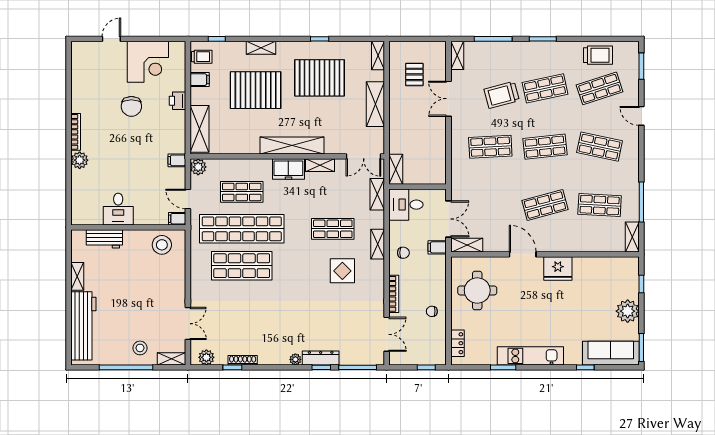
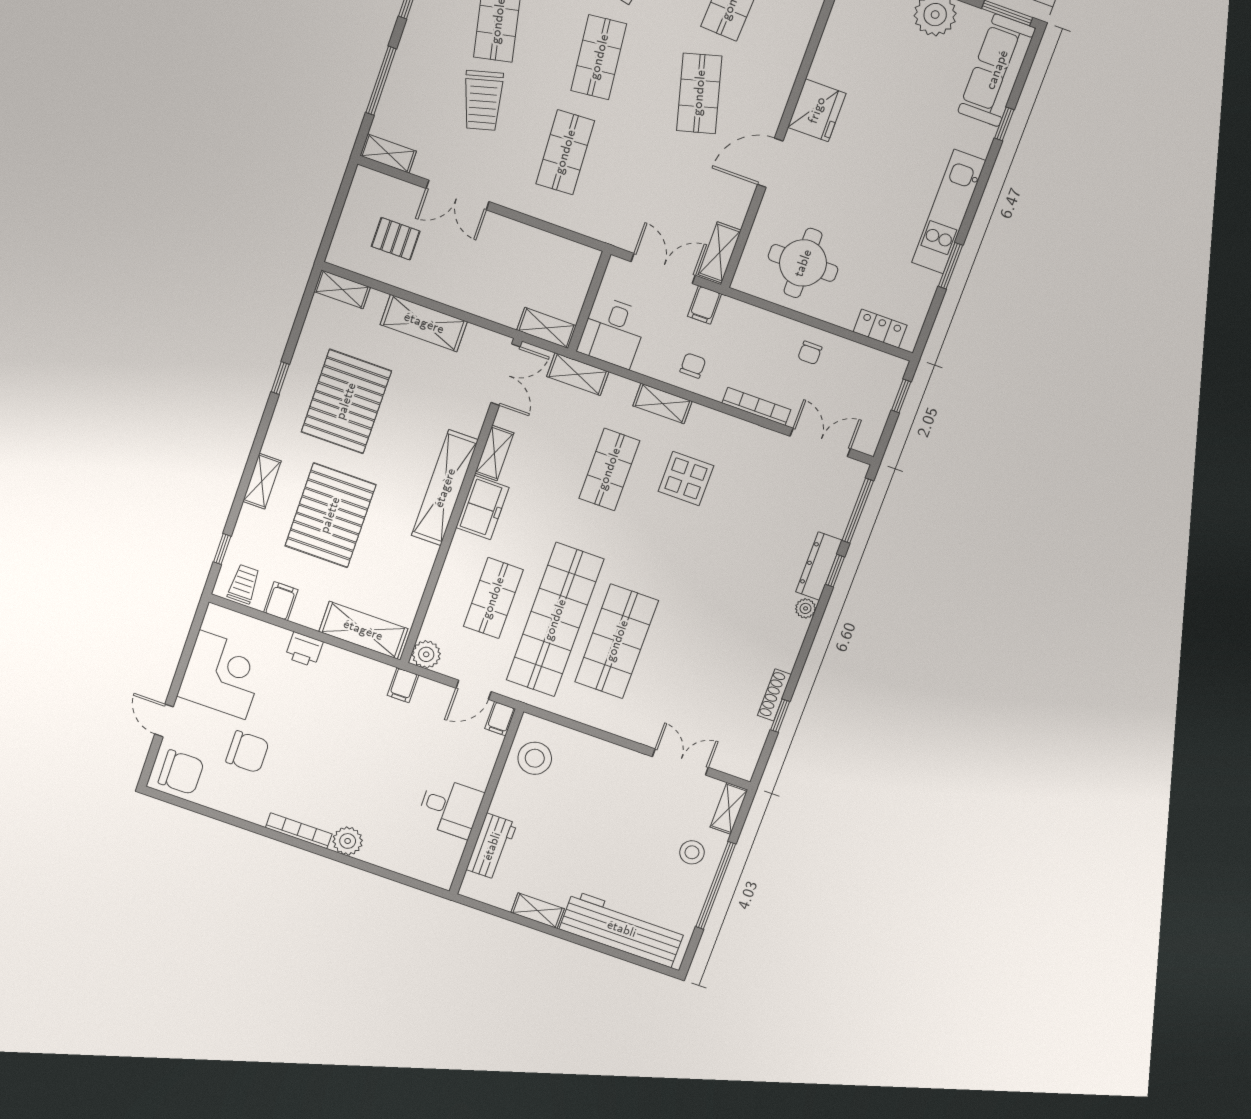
chair: (86, 58) -> (181, 772), added
chair: (131, 106) -> (247, 752), moved
plant: (206, 357) -> (747, 752), removed

